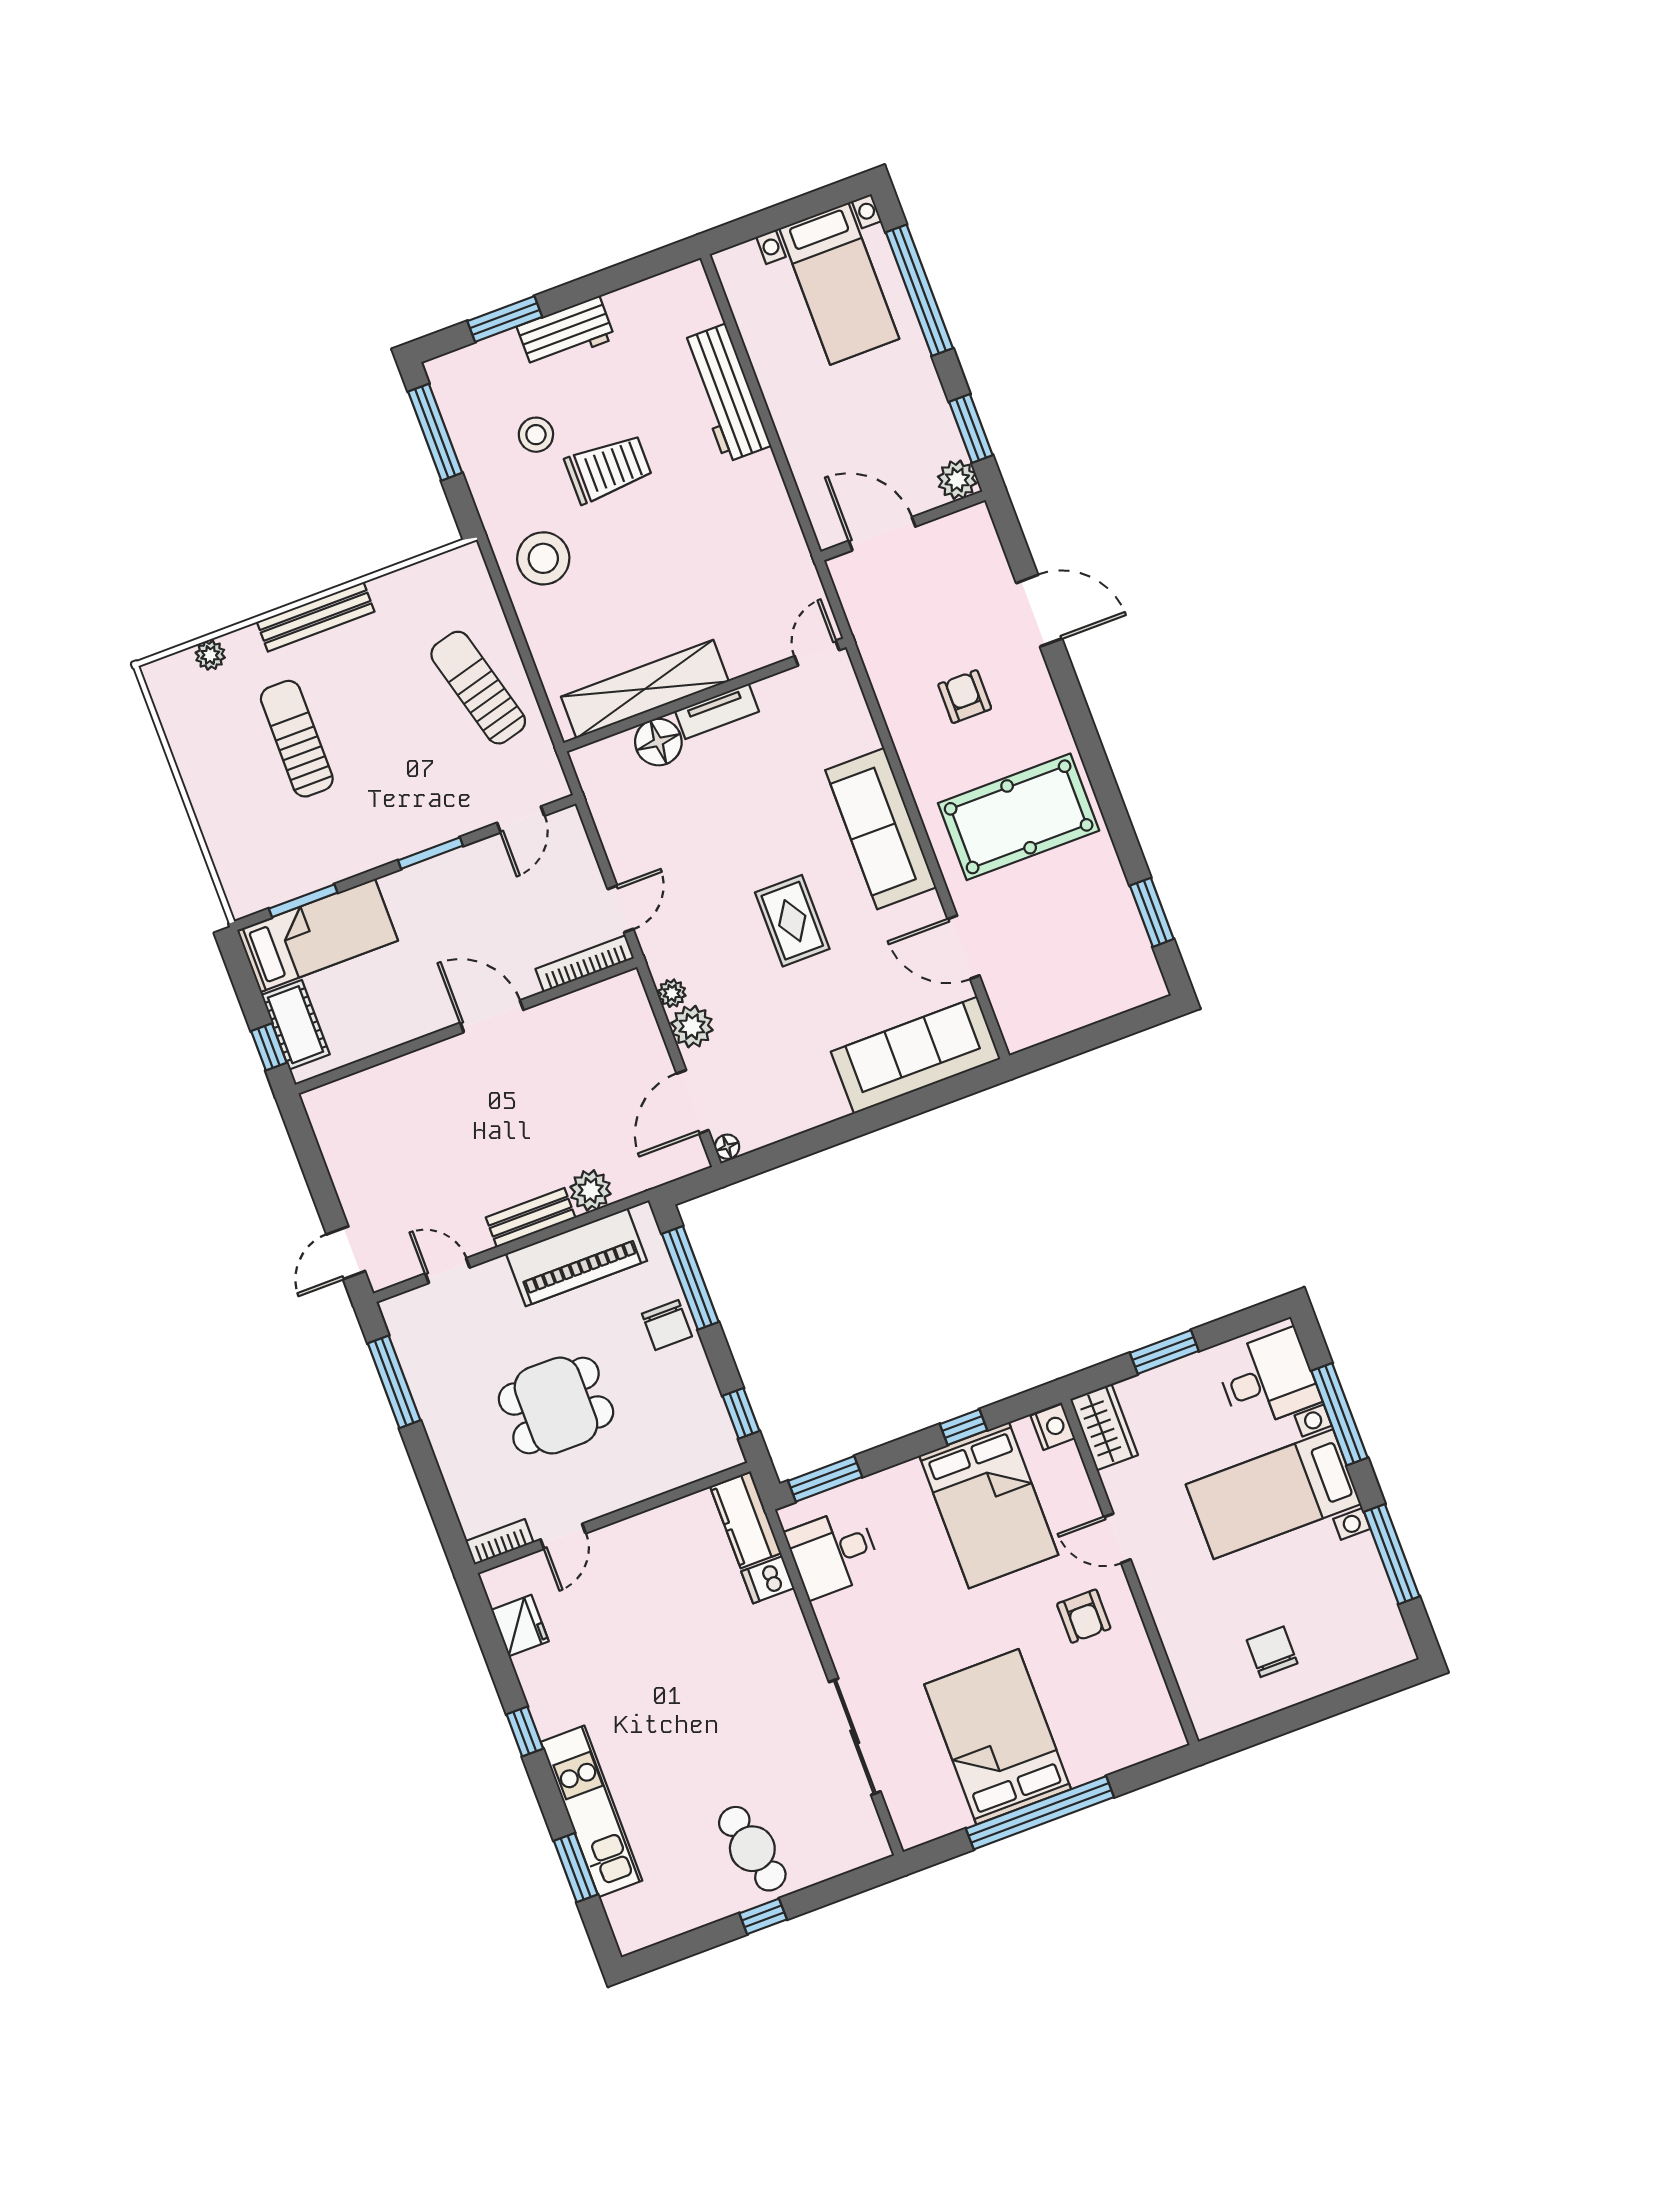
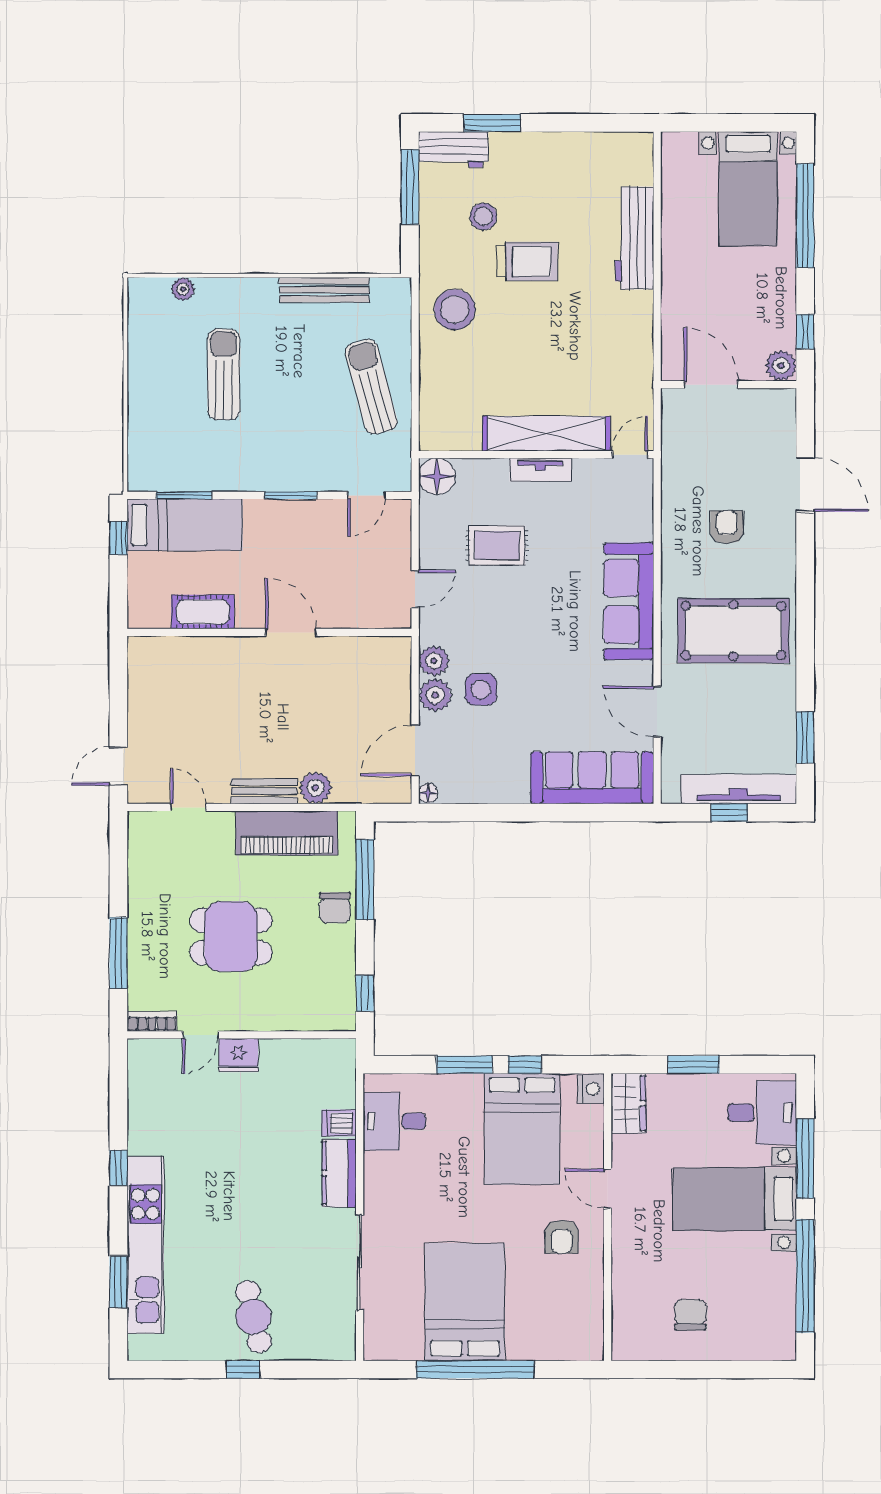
workbench: (566, 332) -> (453, 150), moved
window: (971, 429) -> (805, 332), width x0.67
bench: (316, 617) -> (324, 290), moved
shelving: (645, 689) -> (547, 434), moved
floor lamp: (658, 742) -> (437, 476), moved
rug: (792, 921) -> (497, 545), moved, turned 90
bookcase: (585, 964) -> (374, 619), removed
plant: (672, 993) -> (434, 661), width x1.38, depth x1.38
side table: (744, 1000) -> (481, 689), added
tv unit: (1095, 1003) -> (739, 789), added
cot: (296, 1025) -> (203, 612), moved, turned 90
window: (1095, 1036) -> (729, 813), added
window: (269, 1047) -> (118, 538), moved
window: (394, 1382) -> (118, 953), moved
window: (825, 1479) -> (464, 1065), moved
kitchen counter: (746, 1520) -> (339, 1173), moved
window: (1392, 1554) -> (805, 1276), width x1.46
fridge: (520, 1626) -> (238, 1055), moved, turned 90
kitchen unit: (591, 1811) -> (145, 1245), width x1.36

